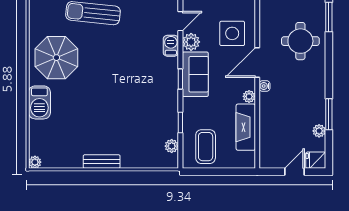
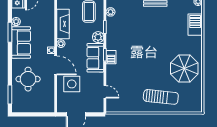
door: (180, 21) -> (105, 92), swing flipped
plant: (191, 42) -> (98, 37), moved
barbecue: (171, 46) -> (111, 57), moved
door: (257, 62) -> (56, 65), hinge flipped
sofa: (311, 98) -> (21, 42), added
barbecue: (39, 102) -> (195, 25), moved

